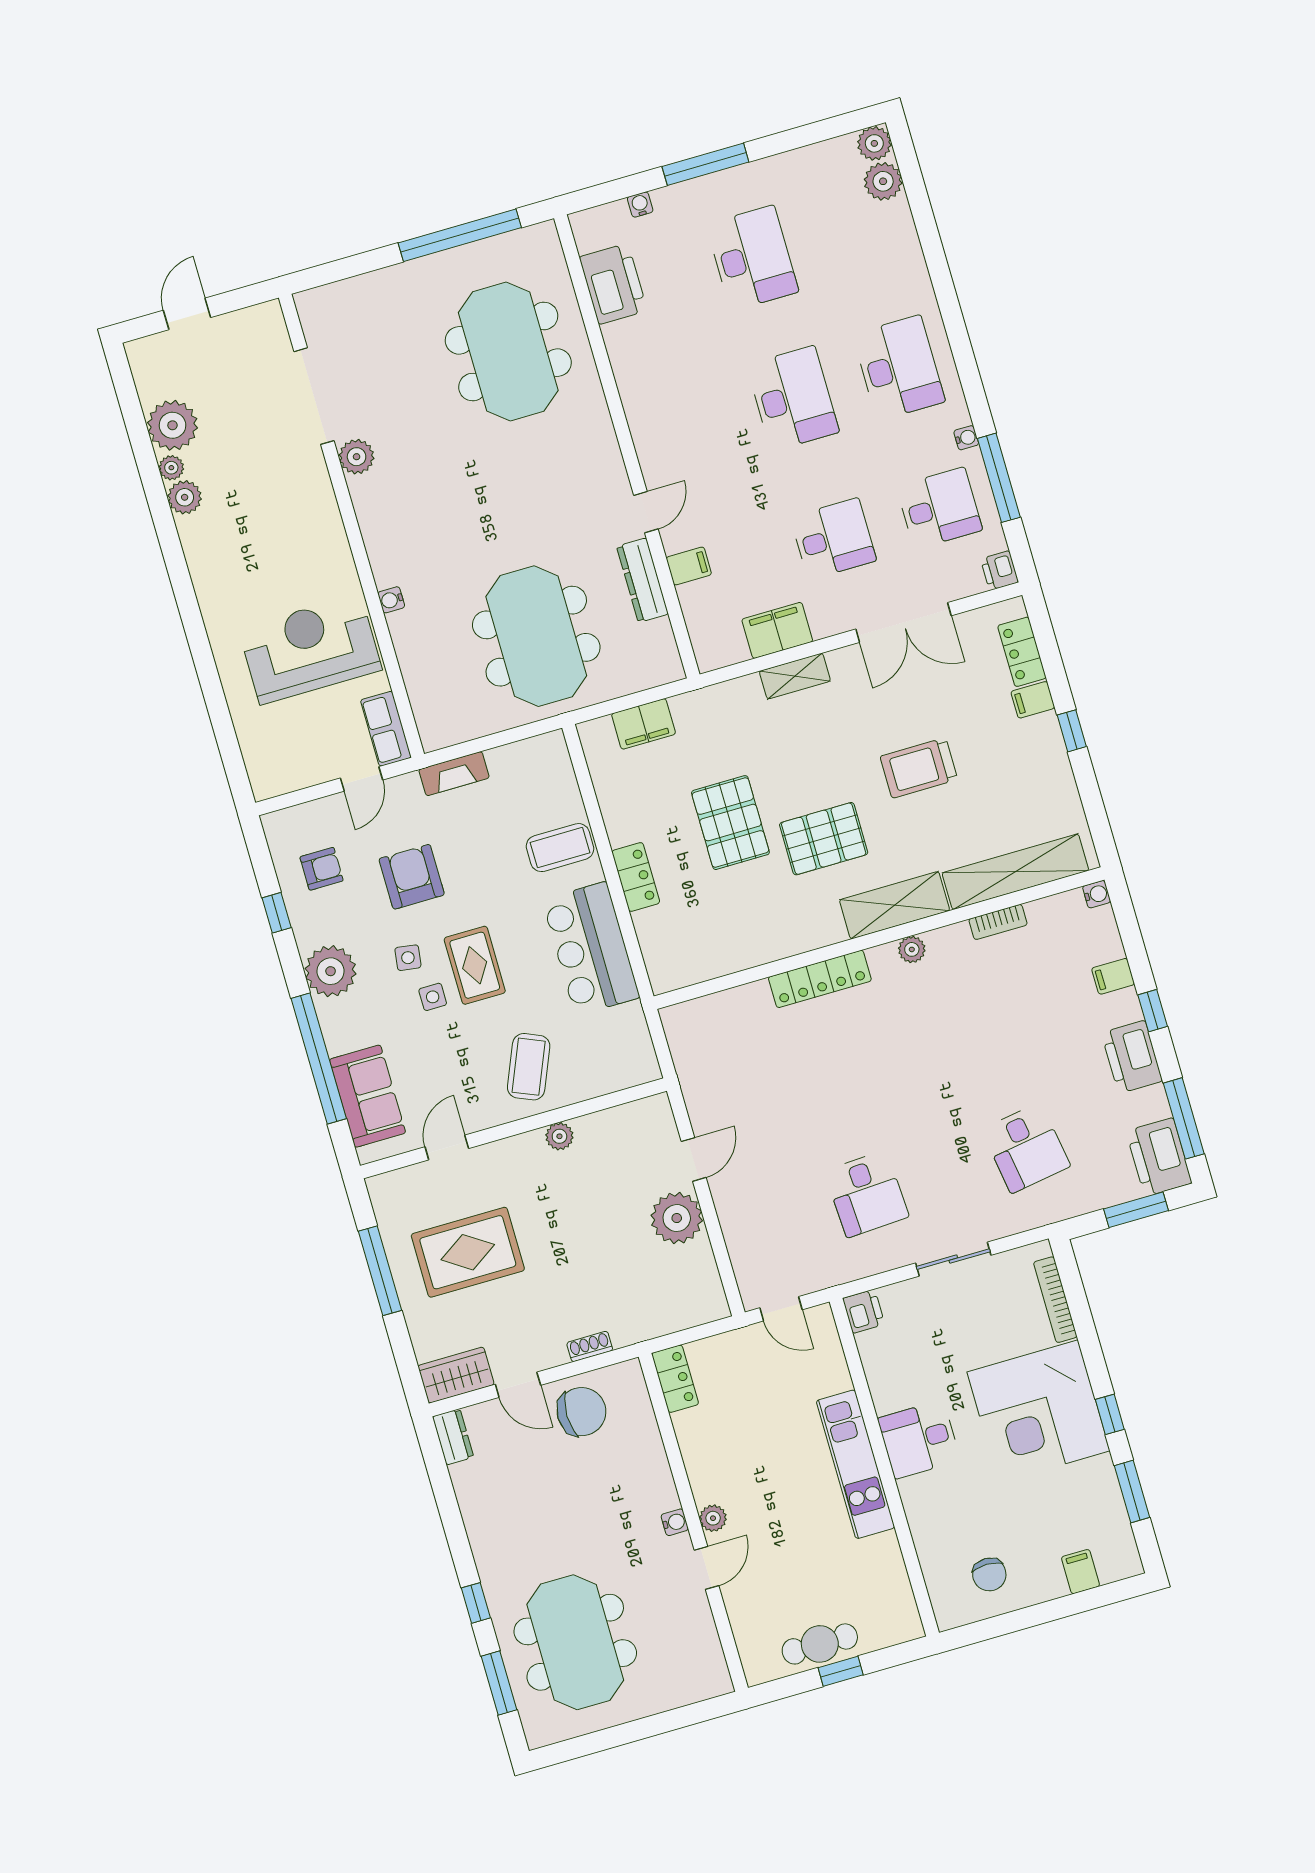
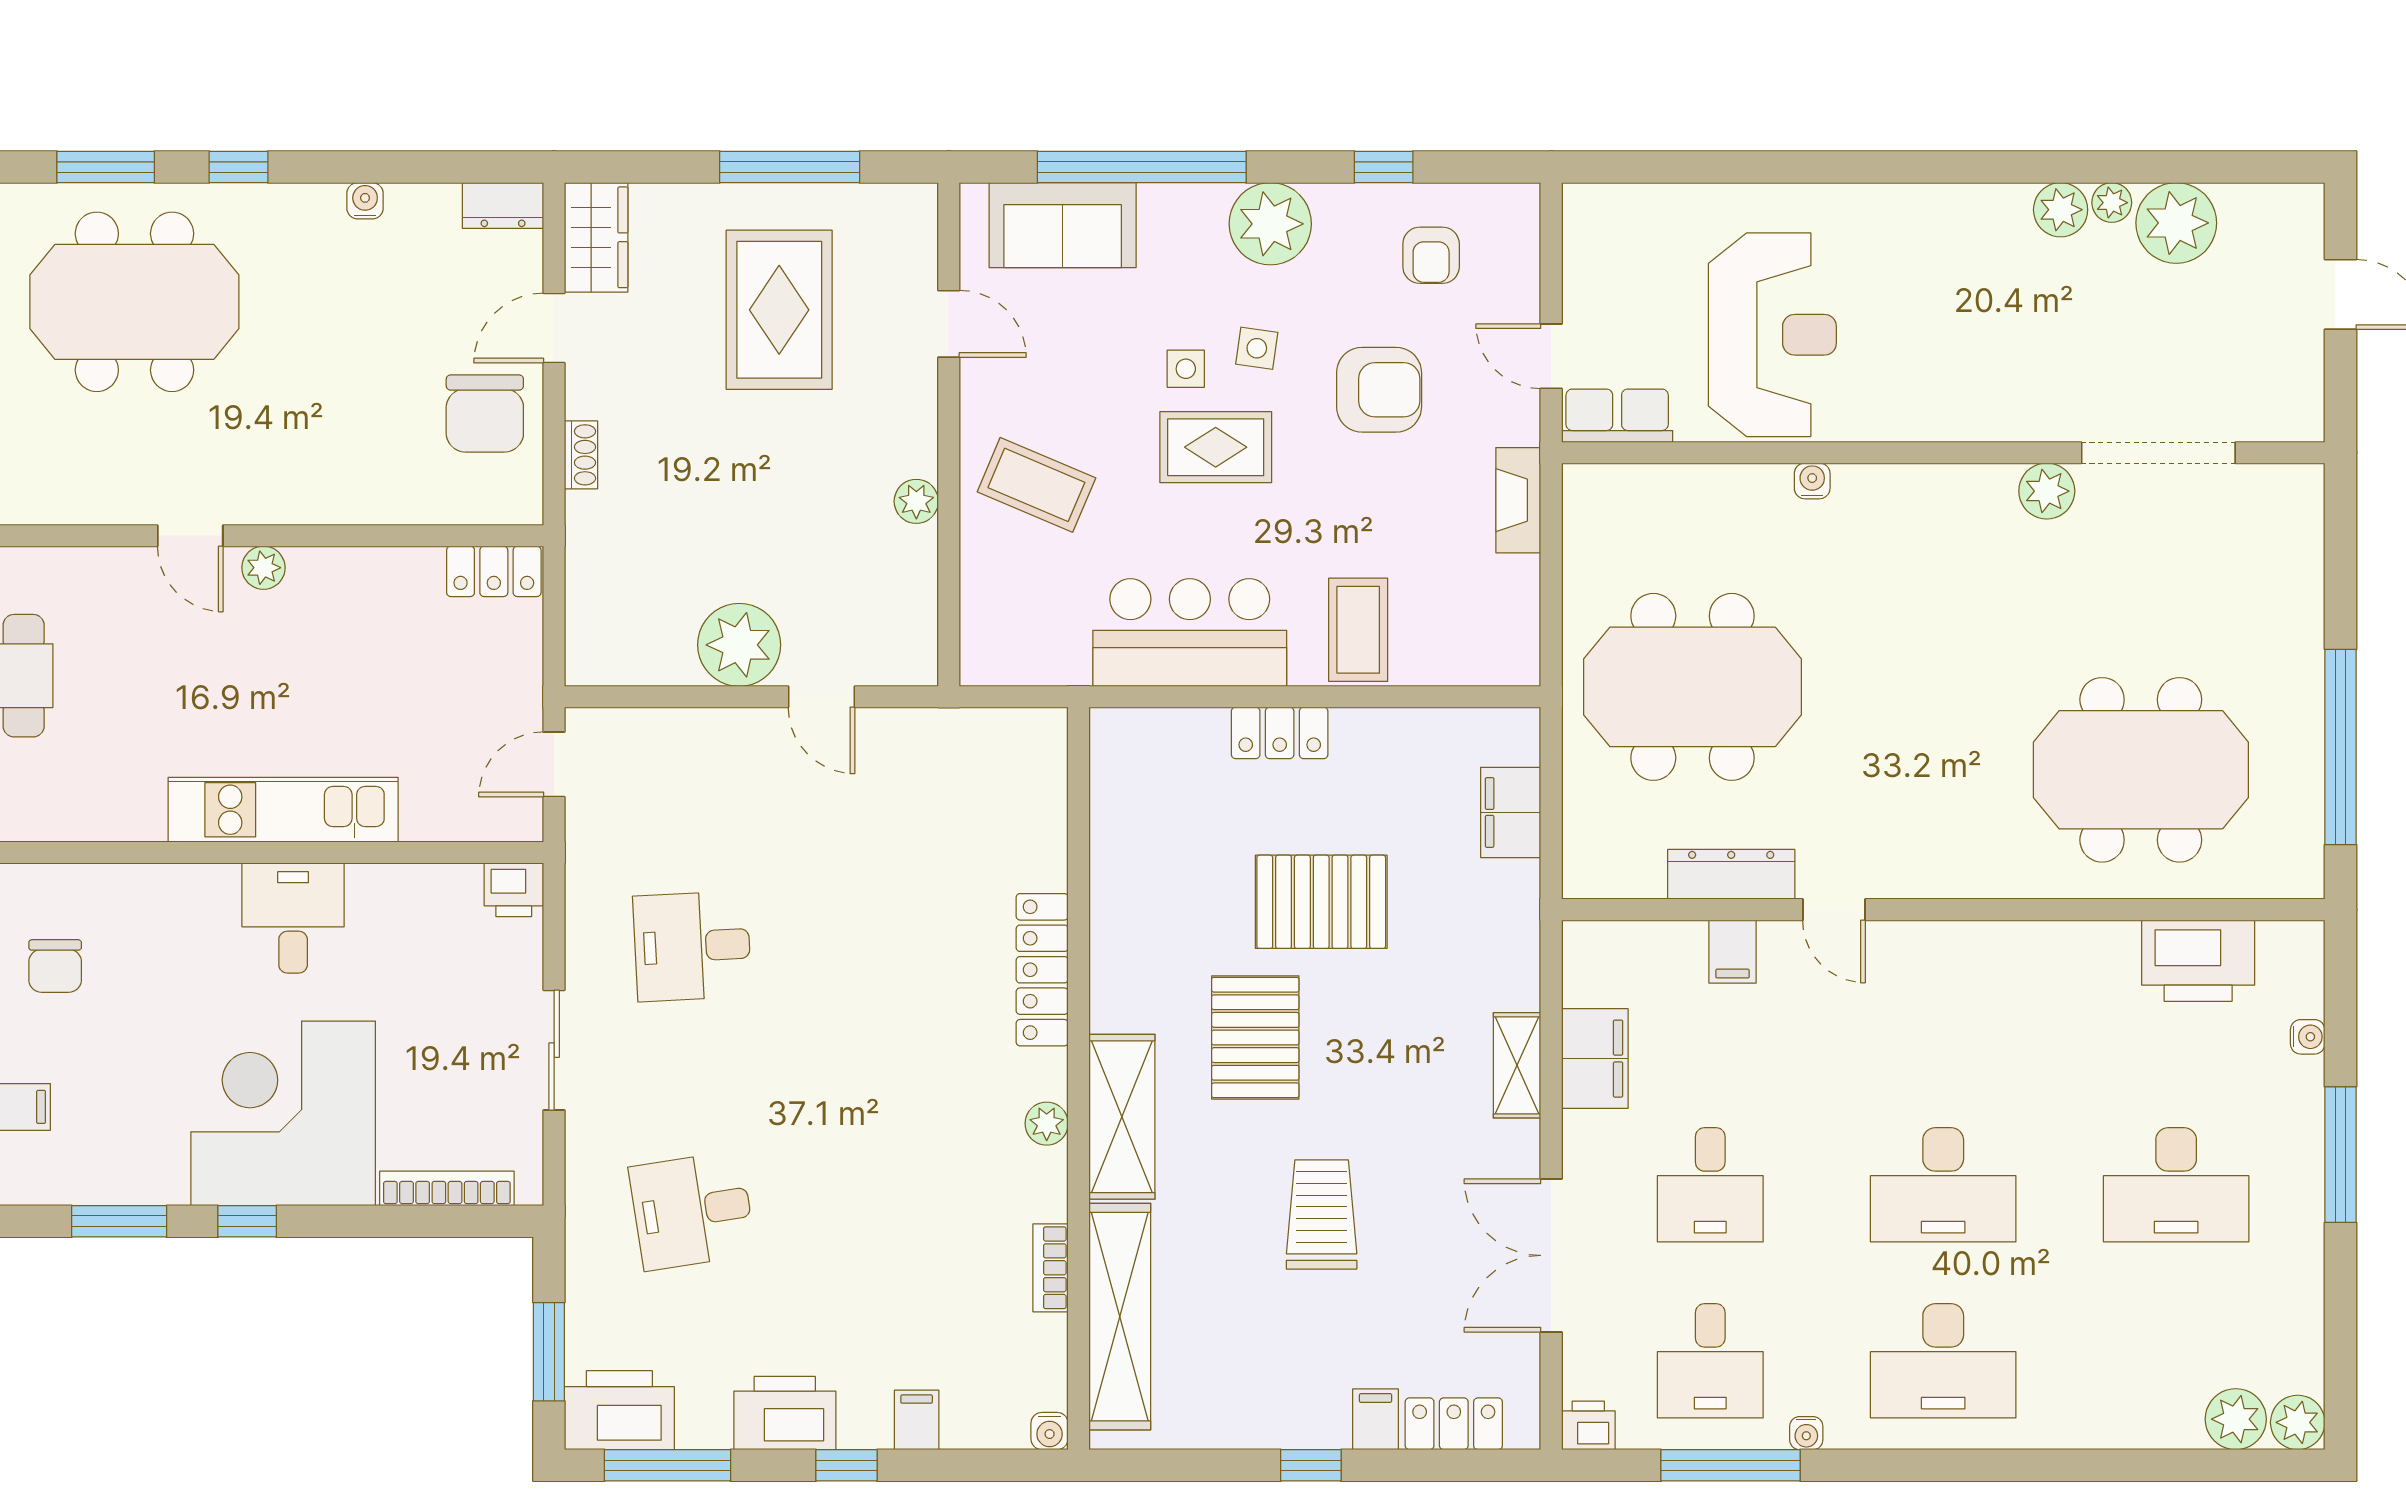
water cooler: (675, 1522) -> (365, 201), moved, turned 180
chair: (989, 1574) -> (55, 966), turned -90

